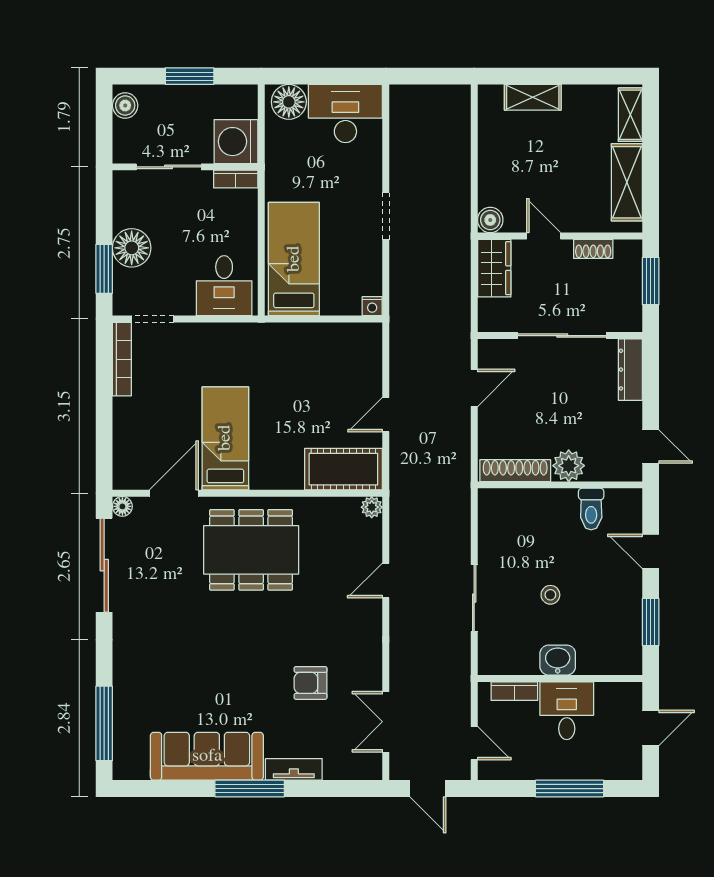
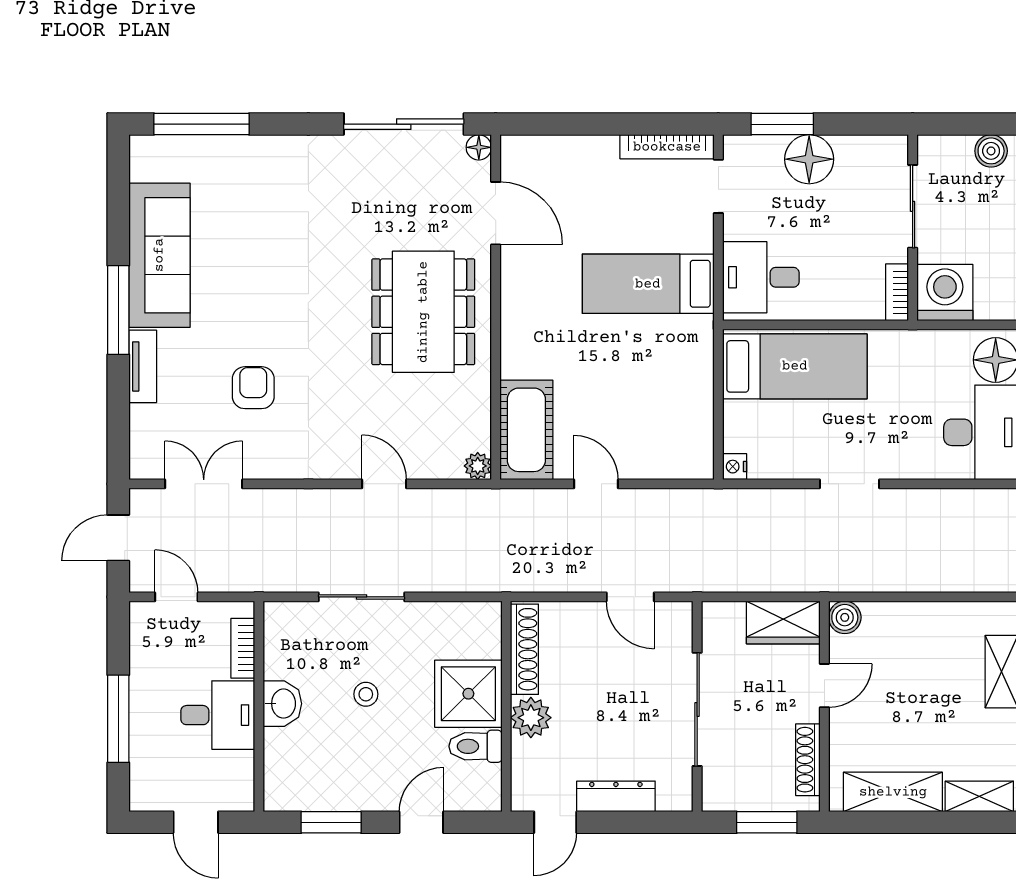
shoe rack: (593, 249) -> (808, 760), width x1.43
dresser: (630, 370) -> (616, 796), moved
bed: (225, 438) -> (648, 284), moved, turned 180
shower: (550, 515) -> (468, 694), added
door: (474, 743) -> (176, 597), swing flipped

